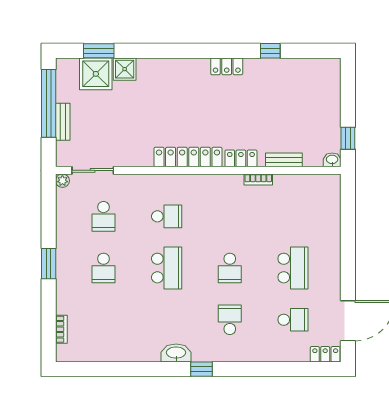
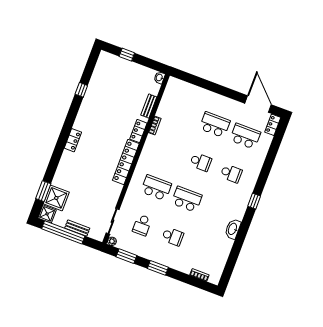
locker: (227, 66) -> (73, 140), moved
shower: (125, 69) -> (47, 214), moved
window: (348, 138) -> (127, 55), moved
window: (49, 210) -> (126, 256), added
school desk: (103, 216) -> (142, 225), turned 90
school desk: (167, 216) -> (156, 188), width x1.85
school desk: (230, 320) -> (231, 173), turned 180
school desk: (293, 320) -> (245, 136), width x1.85
washbasin: (176, 353) -> (233, 229), moved

